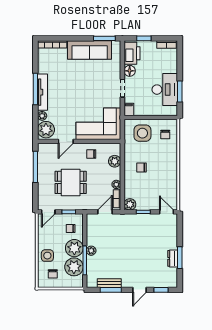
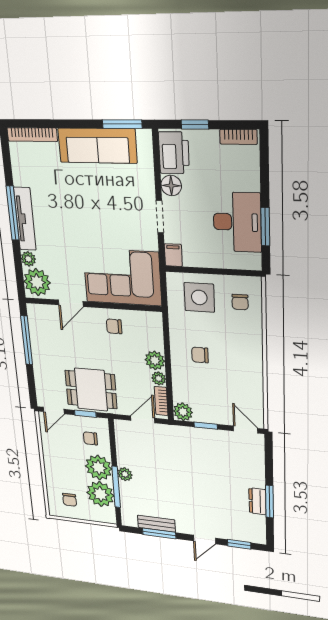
plant: (115, 161) -> (155, 360), moved
dining table: (71, 182) -> (91, 390), moved
side table: (47, 256) -> (59, 473), removed

